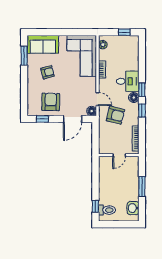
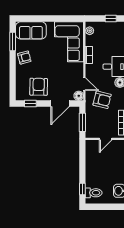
armchair: (48, 72) -> (24, 57), moved
window: (95, 138) -> (82, 122), added

